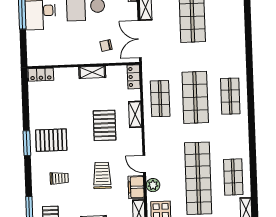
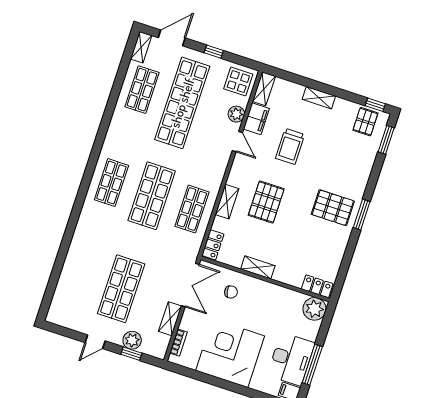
plant: (36, 56) -> (314, 309), added
trolley: (59, 178) -> (340, 161), removed

